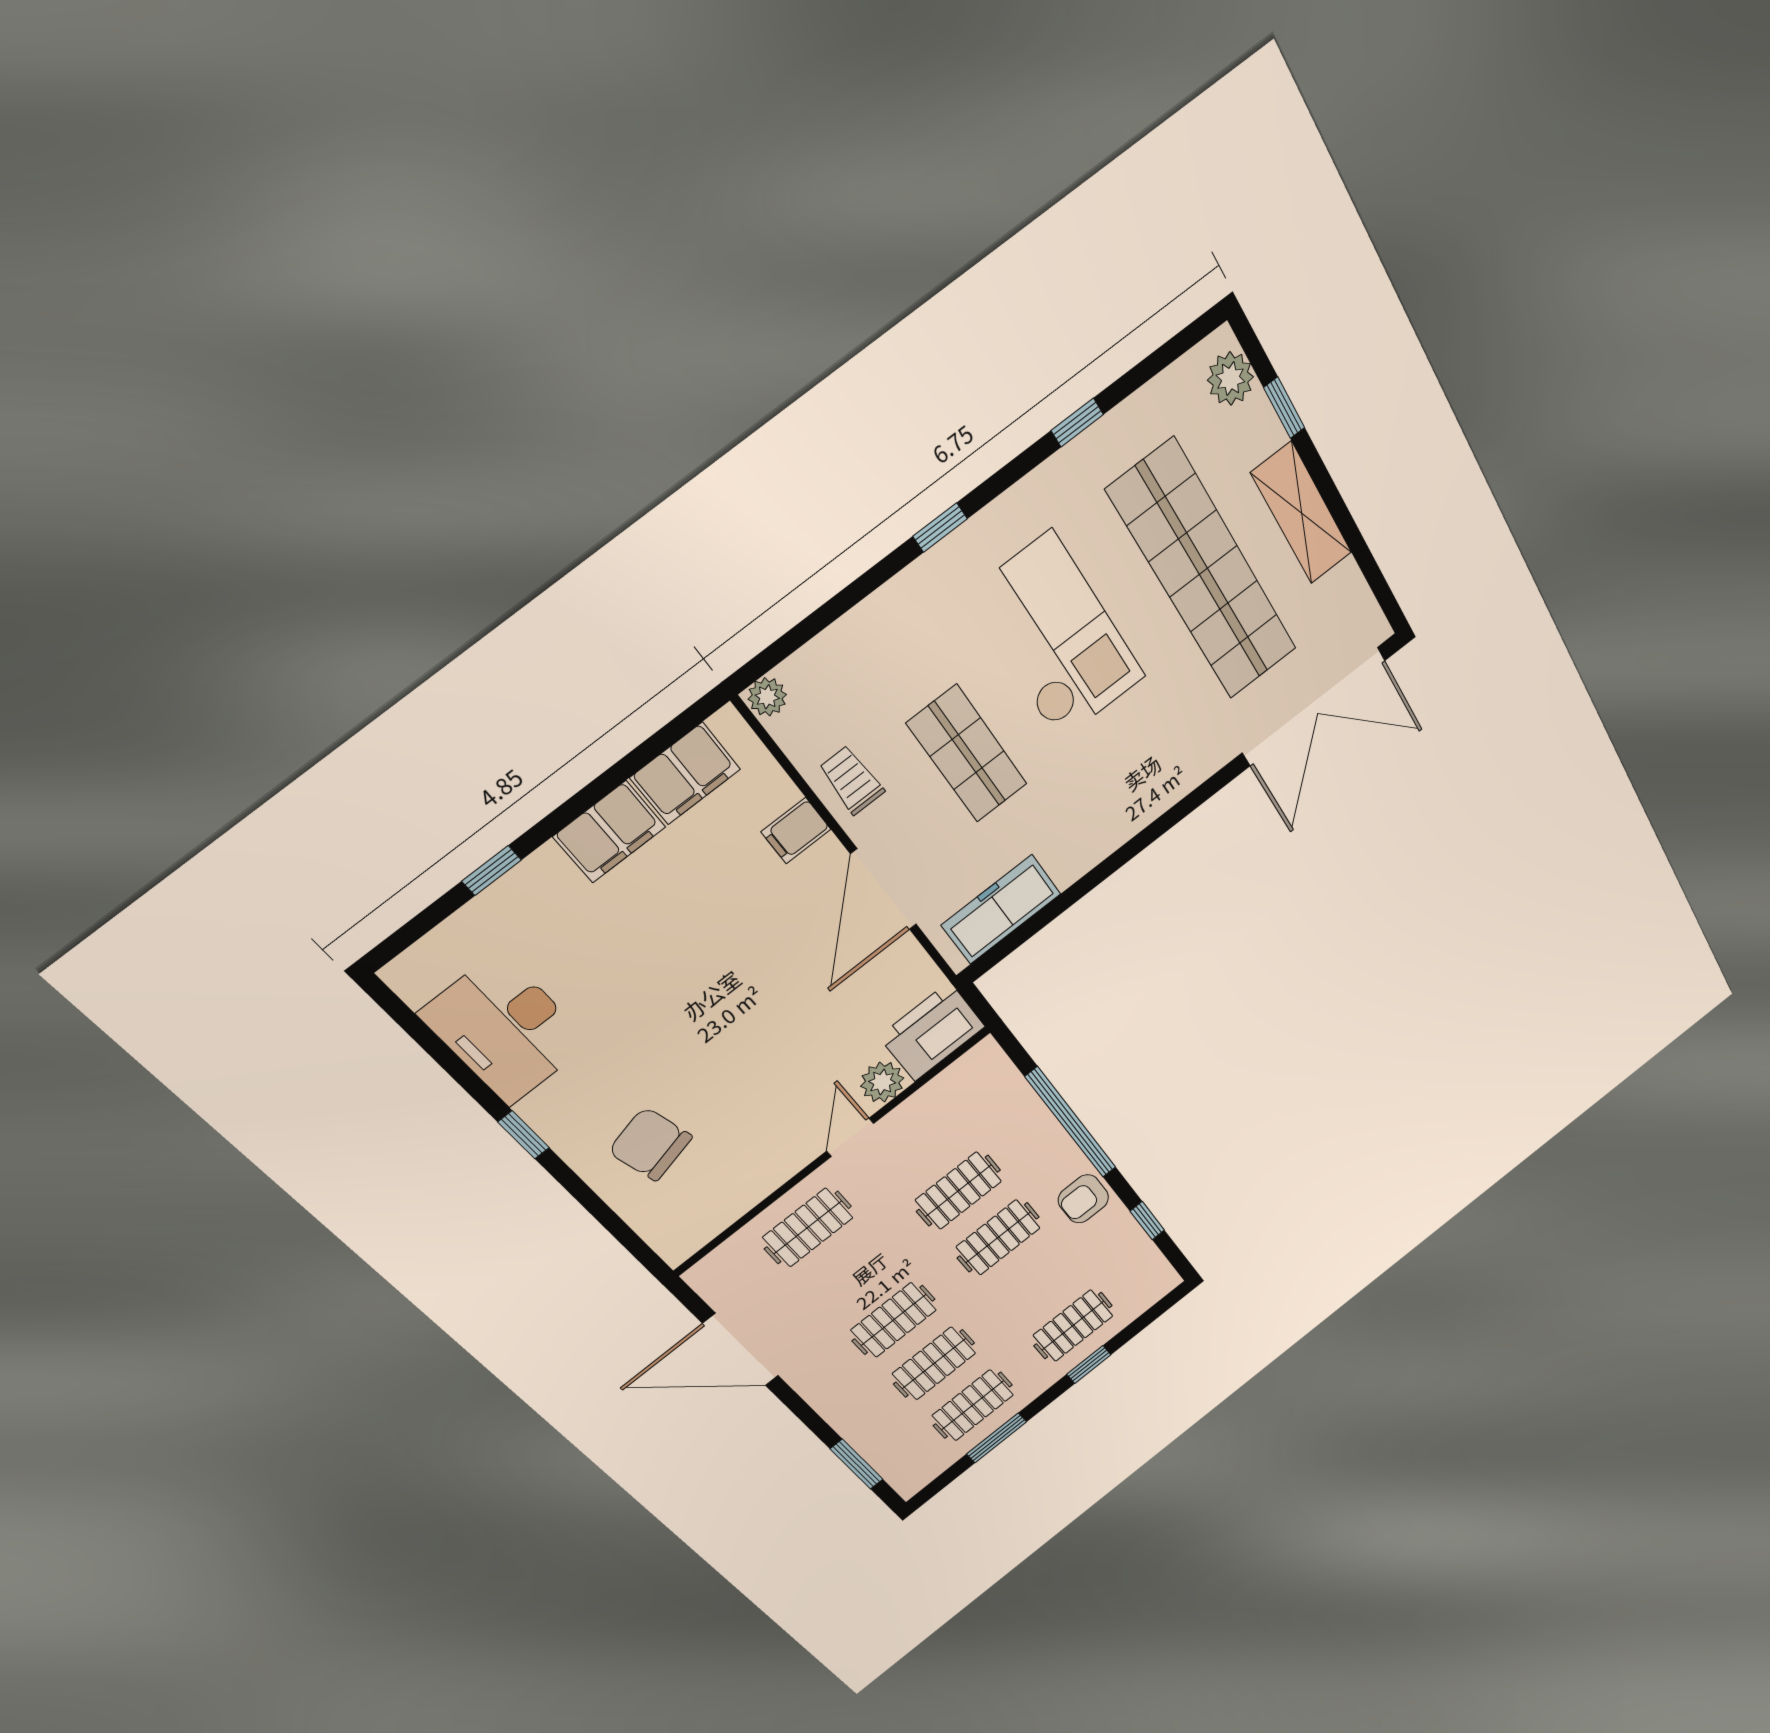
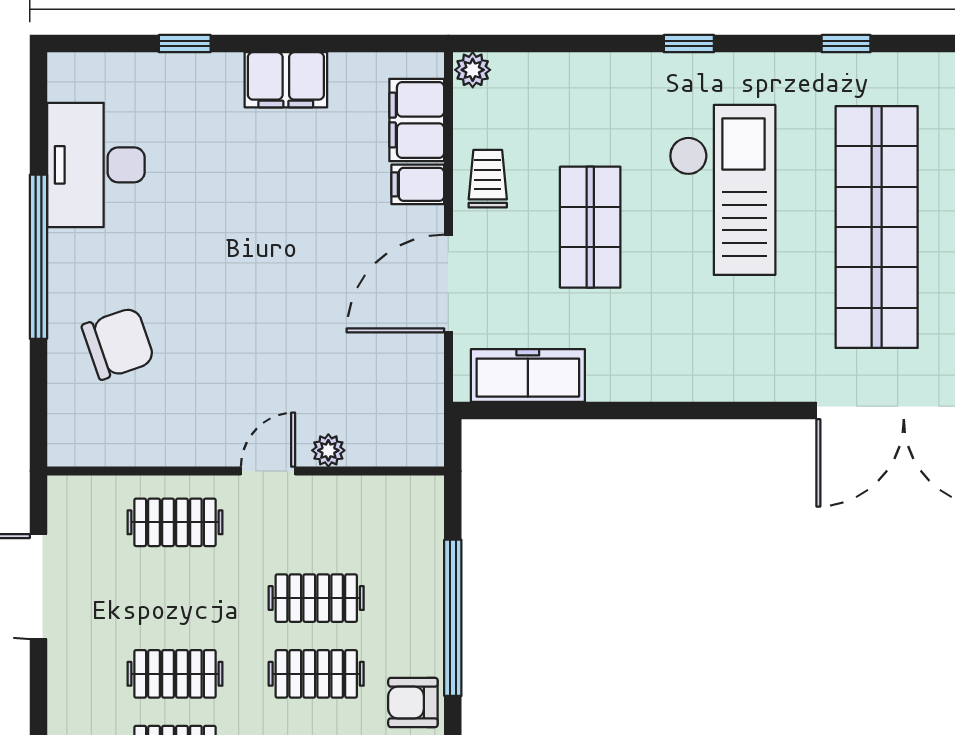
filing cabinet: (685, 773) -> (417, 120), moved, turned 90
printer: (932, 1032) -> (399, 434), removed
plant: (882, 1082) -> (328, 450), width x0.73, depth x0.73
window: (524, 1135) -> (38, 257), width x3.17
chair: (650, 1144) -> (118, 343), turned 85

